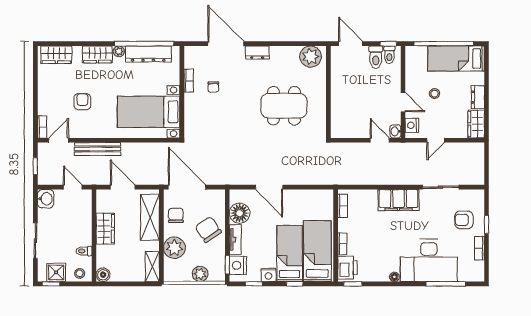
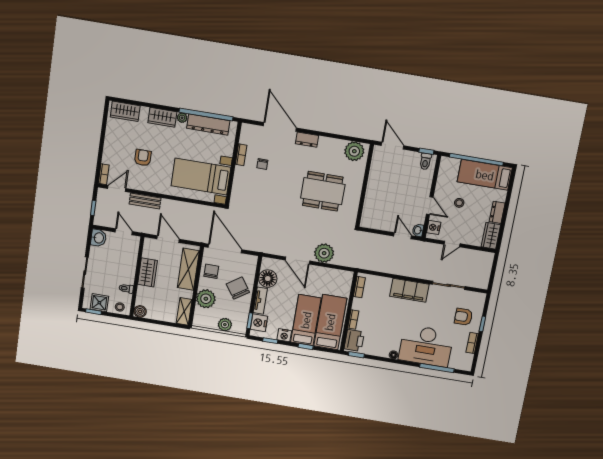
toilet: (376, 57) -> (413, 162), removed
bench: (98, 149) -> (145, 201), width x0.73
plant: (297, 174) -> (324, 253), added

